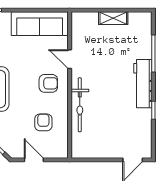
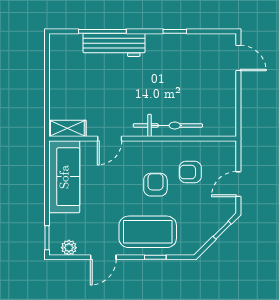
shelving: (113, 18) -> (67, 128), moved, turned 90
armchair: (48, 83) -> (155, 185), moved
workbench: (143, 84) -> (114, 45), moved

